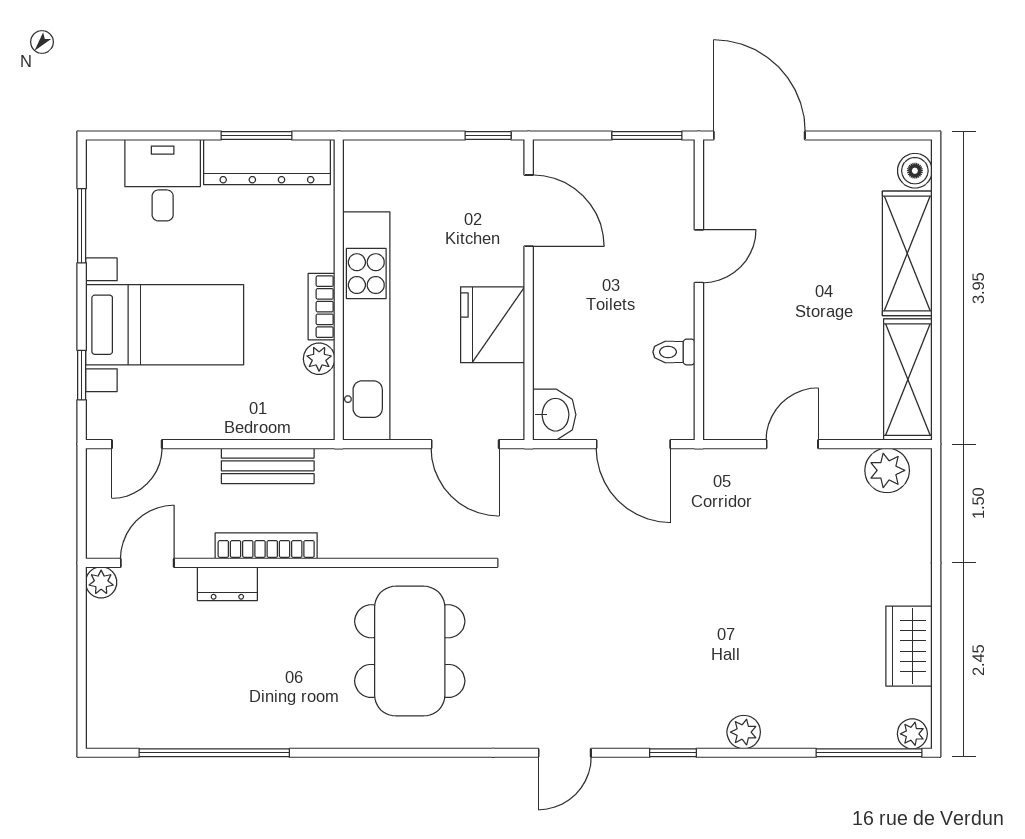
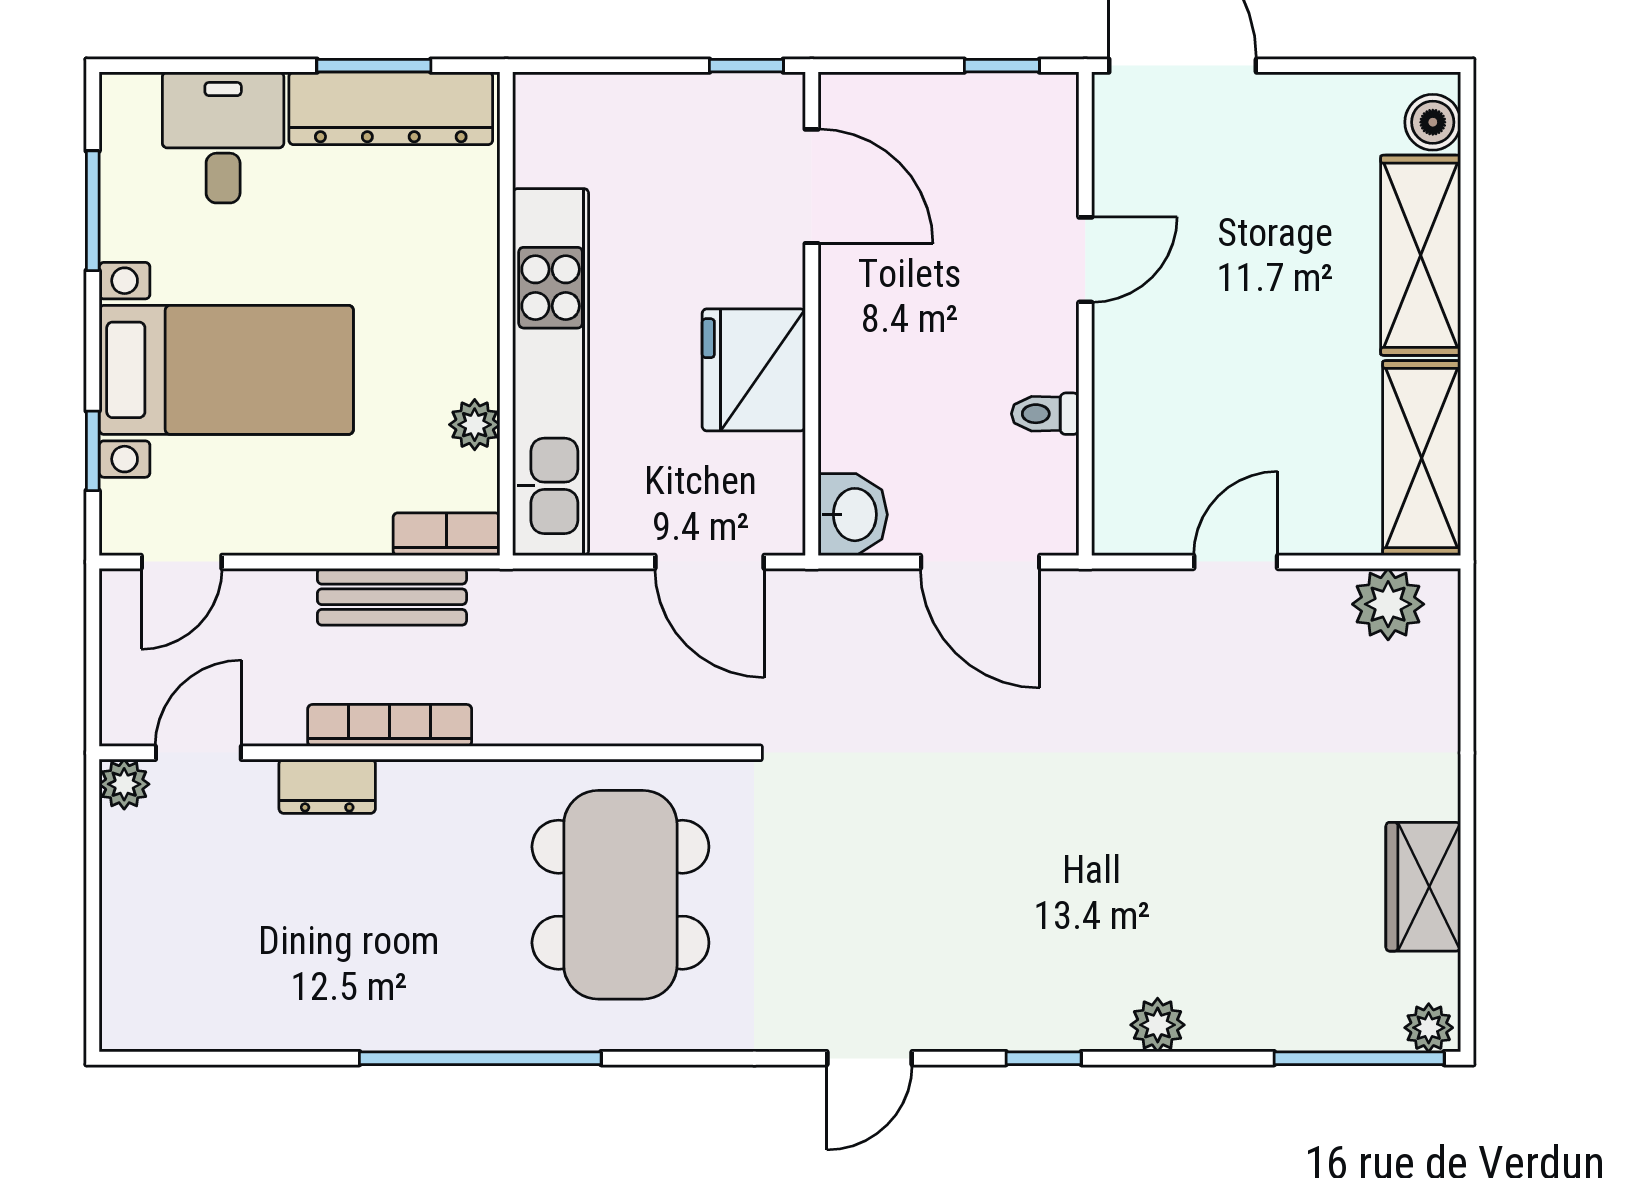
window: (647, 136) -> (1002, 66), width x0.67
bookcase: (322, 307) -> (447, 534), moved, turned 90
window: (214, 753) -> (480, 1058), moved

